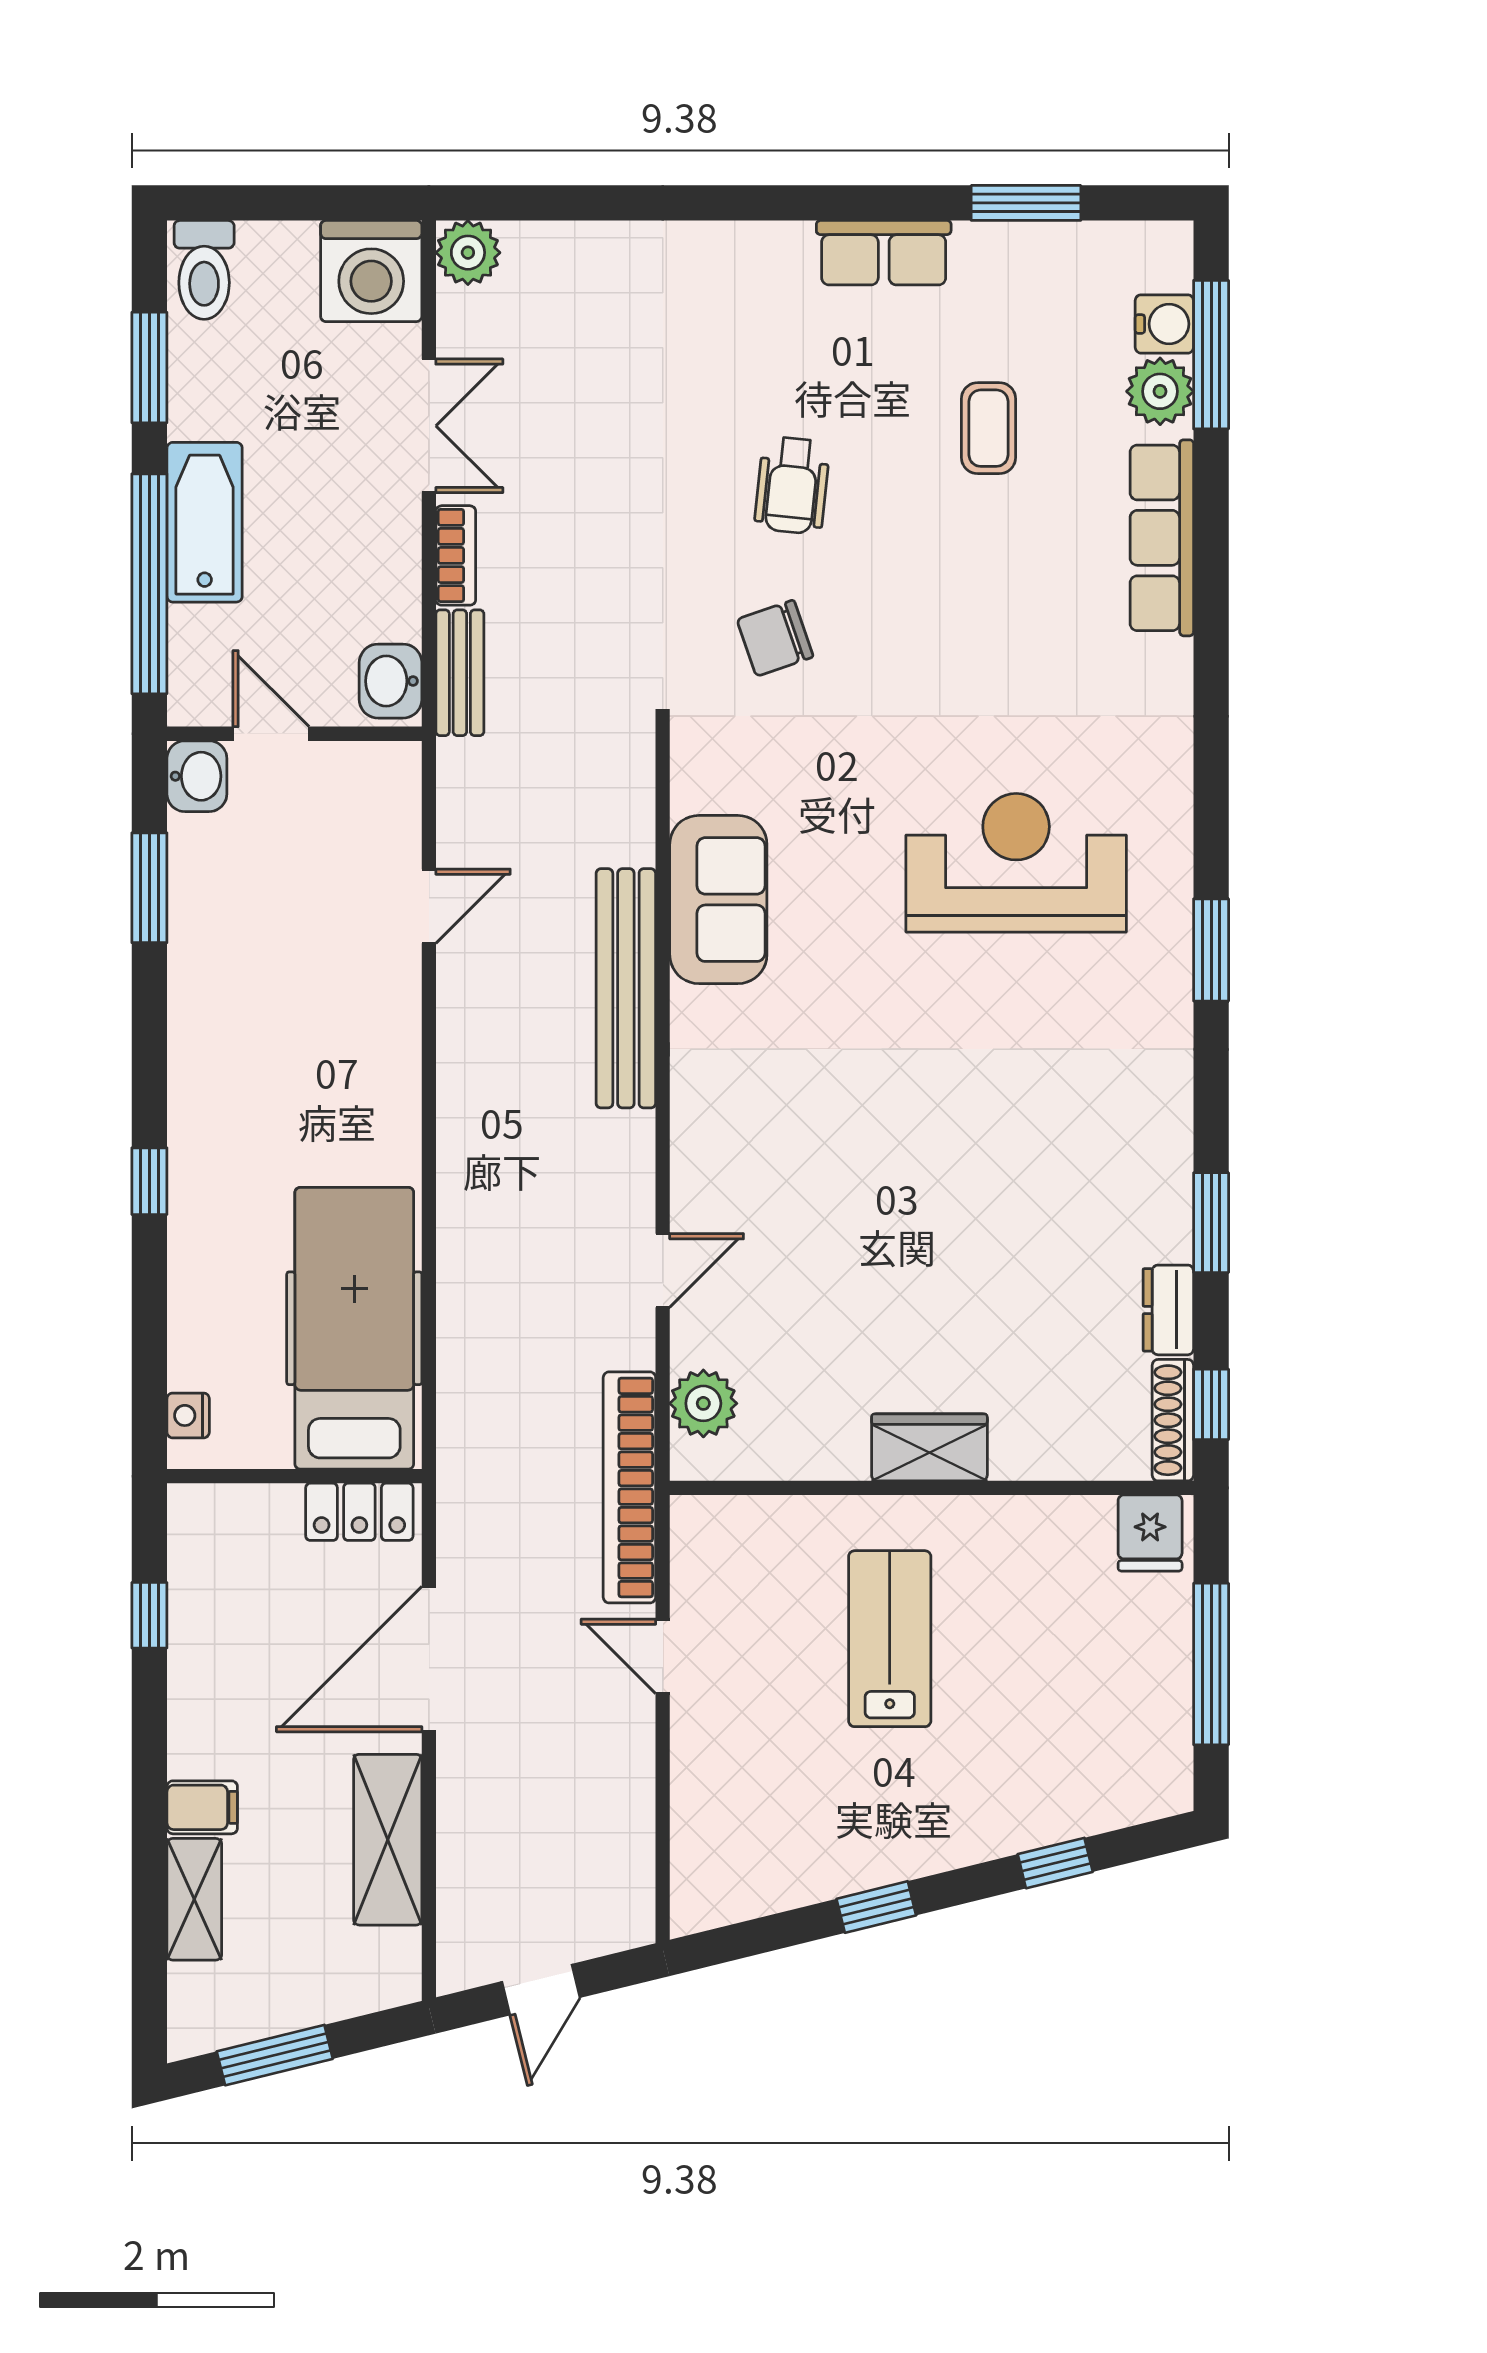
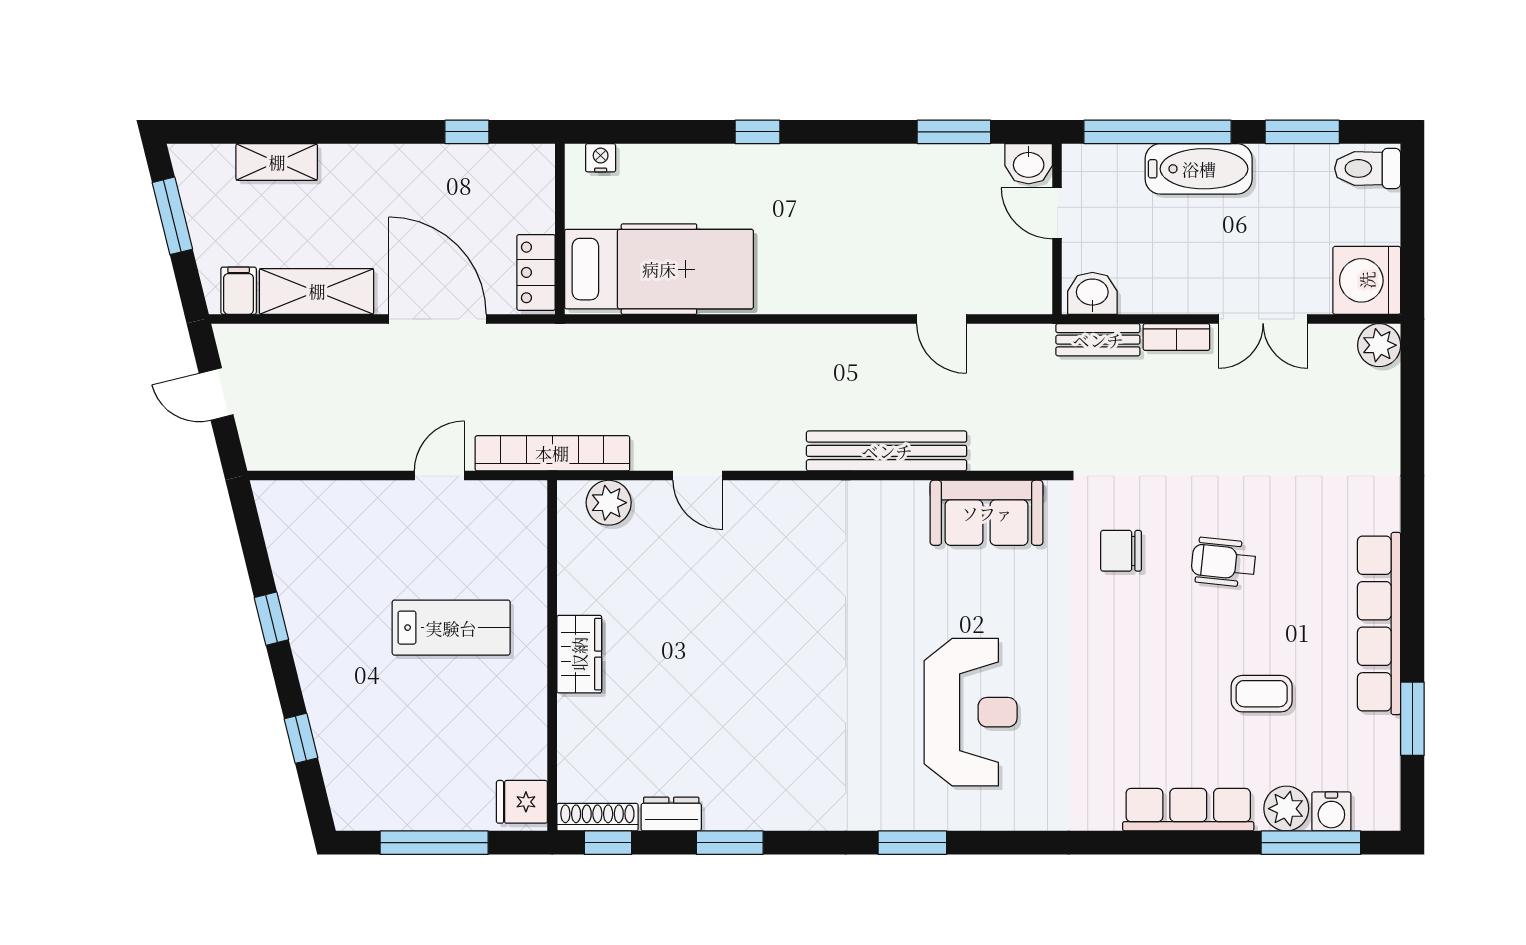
row of seats: (884, 253) -> (1379, 624), width x2.02
chair: (775, 638) -> (1121, 551), turned -71
door: (271, 734) -> (1057, 213), swing flipped
sofa: (718, 900) -> (987, 513), moved
filing cabinet: (202, 1807) -> (239, 291), moved, turned 180

